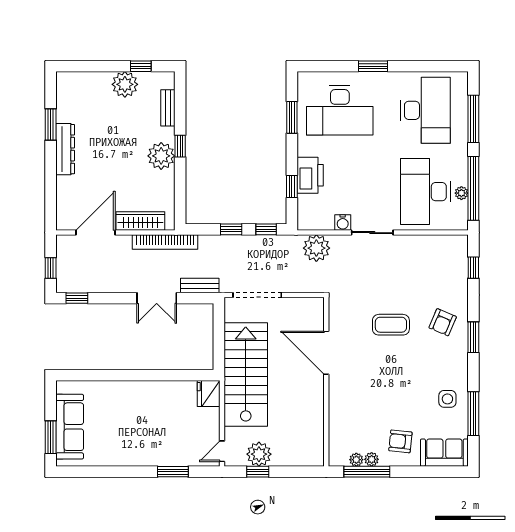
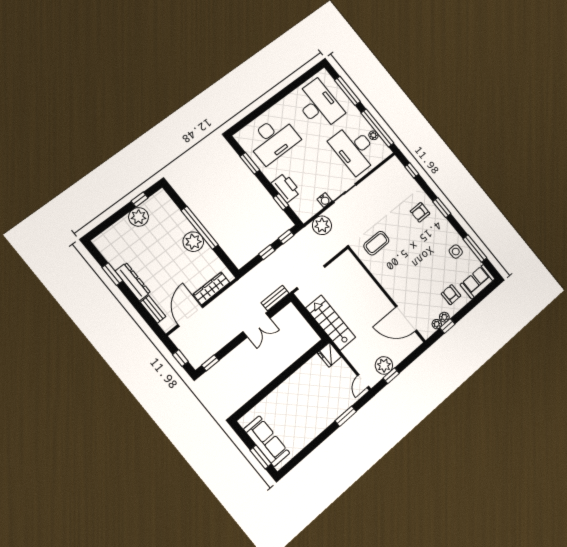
window: (373, 66) -> (272, 102), removed
bench: (168, 108) -> (153, 309), moved
window: (180, 146) -> (200, 228), width x3.17
bookcase: (165, 242) -> (235, 289), removed
armchair: (443, 322) -> (420, 212), turned 67
coffee table: (391, 325) -> (376, 243), moved
door: (326, 353) -> (406, 319), moved
stairs: (246, 374) -> (331, 323), width x0.73, depth x0.66
armchair: (400, 441) -> (451, 295), turned 84
window: (367, 472) -> (447, 326), width x0.46

